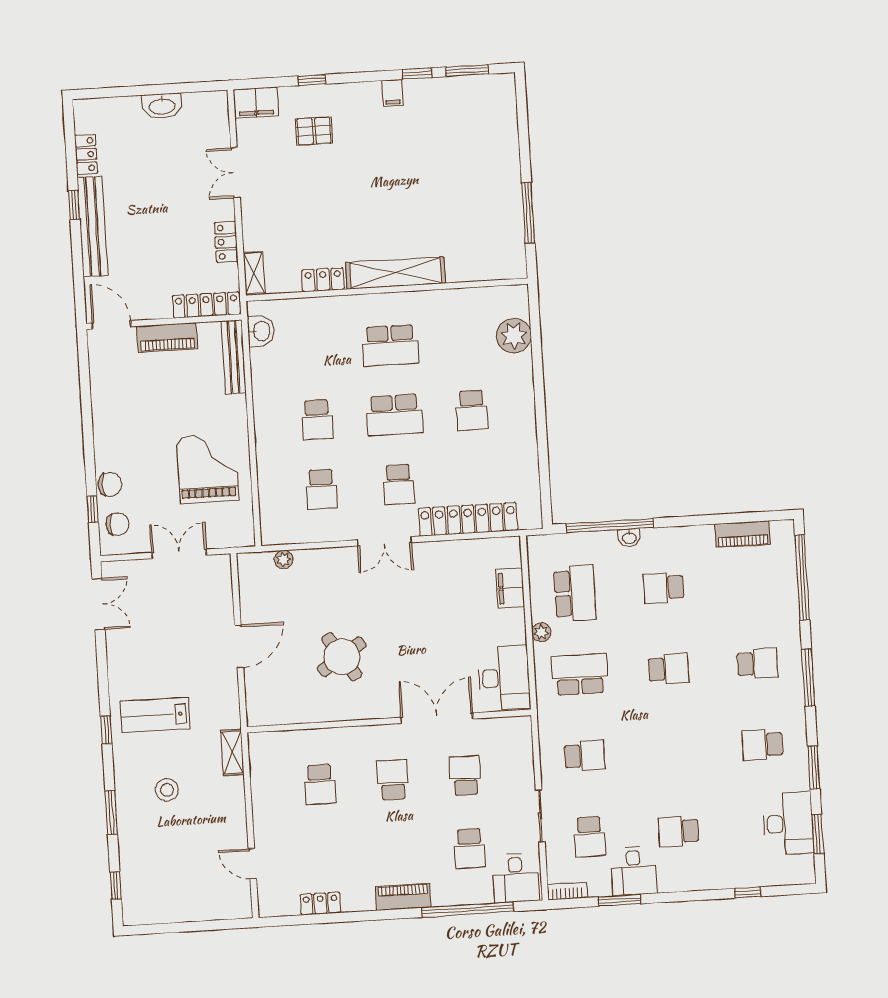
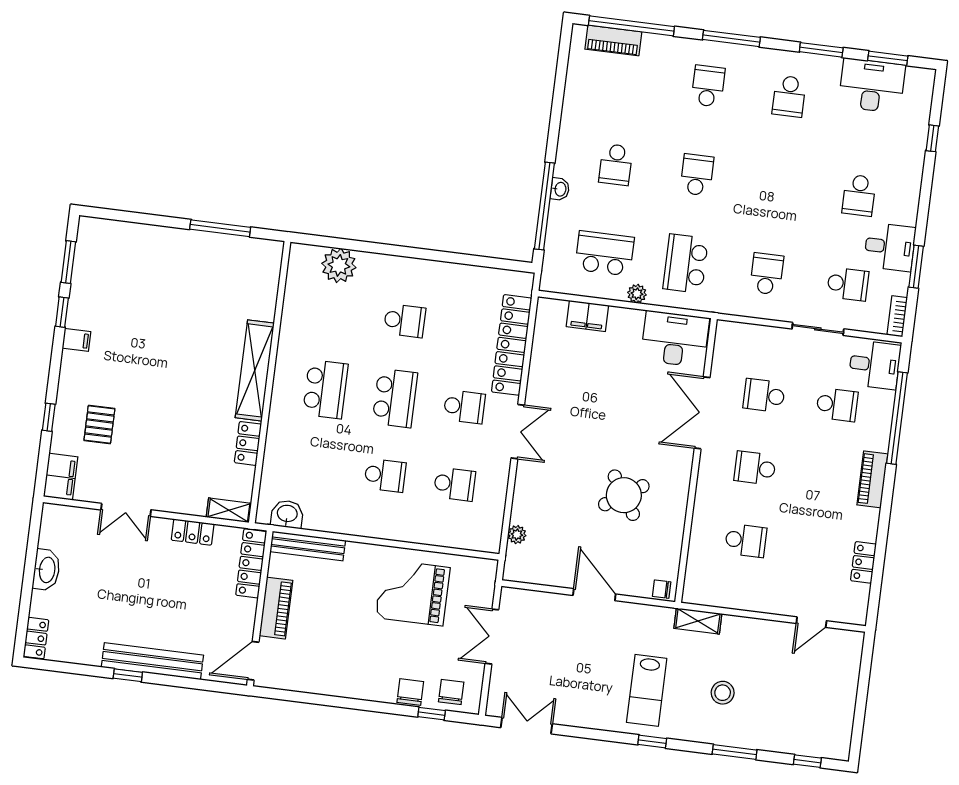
locker: (86, 154) -> (36, 638), moved, turned 90
piano: (743, 534) -> (613, 40), moved, turned 90
chair: (257, 711) -> (662, 589), added

